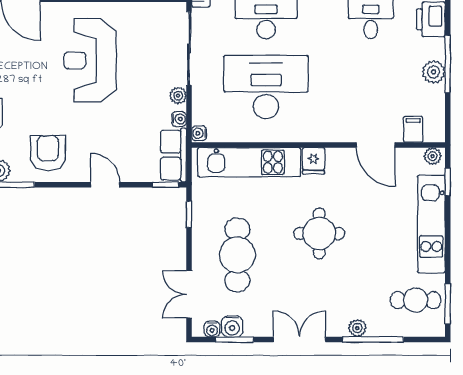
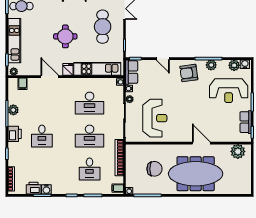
reception desk: (90, 60) -> (155, 118), moved
desk: (266, 87) -> (90, 103), width x0.73, depth x0.77
door: (376, 145) -> (50, 77), moved
armchair: (48, 153) -> (189, 73), turned 82

